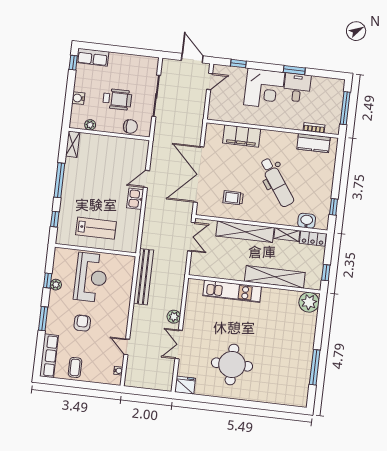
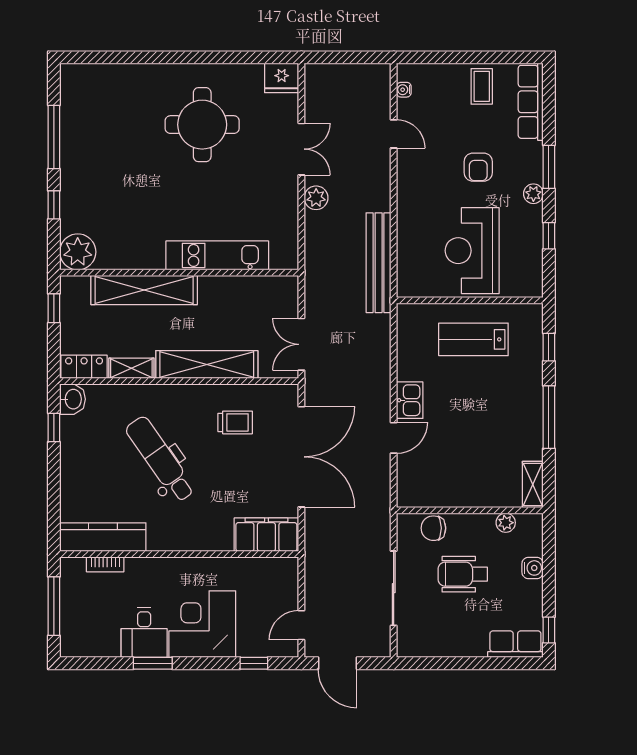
filing cabinet: (242, 136) -> (266, 535), moved
kitchen counter: (313, 143) -> (103, 537), width x1.50
washbasin: (307, 221) -> (73, 399), moved, turned -90
plant: (56, 285) -> (533, 194), moved
window: (319, 330) -> (54, 205), added

